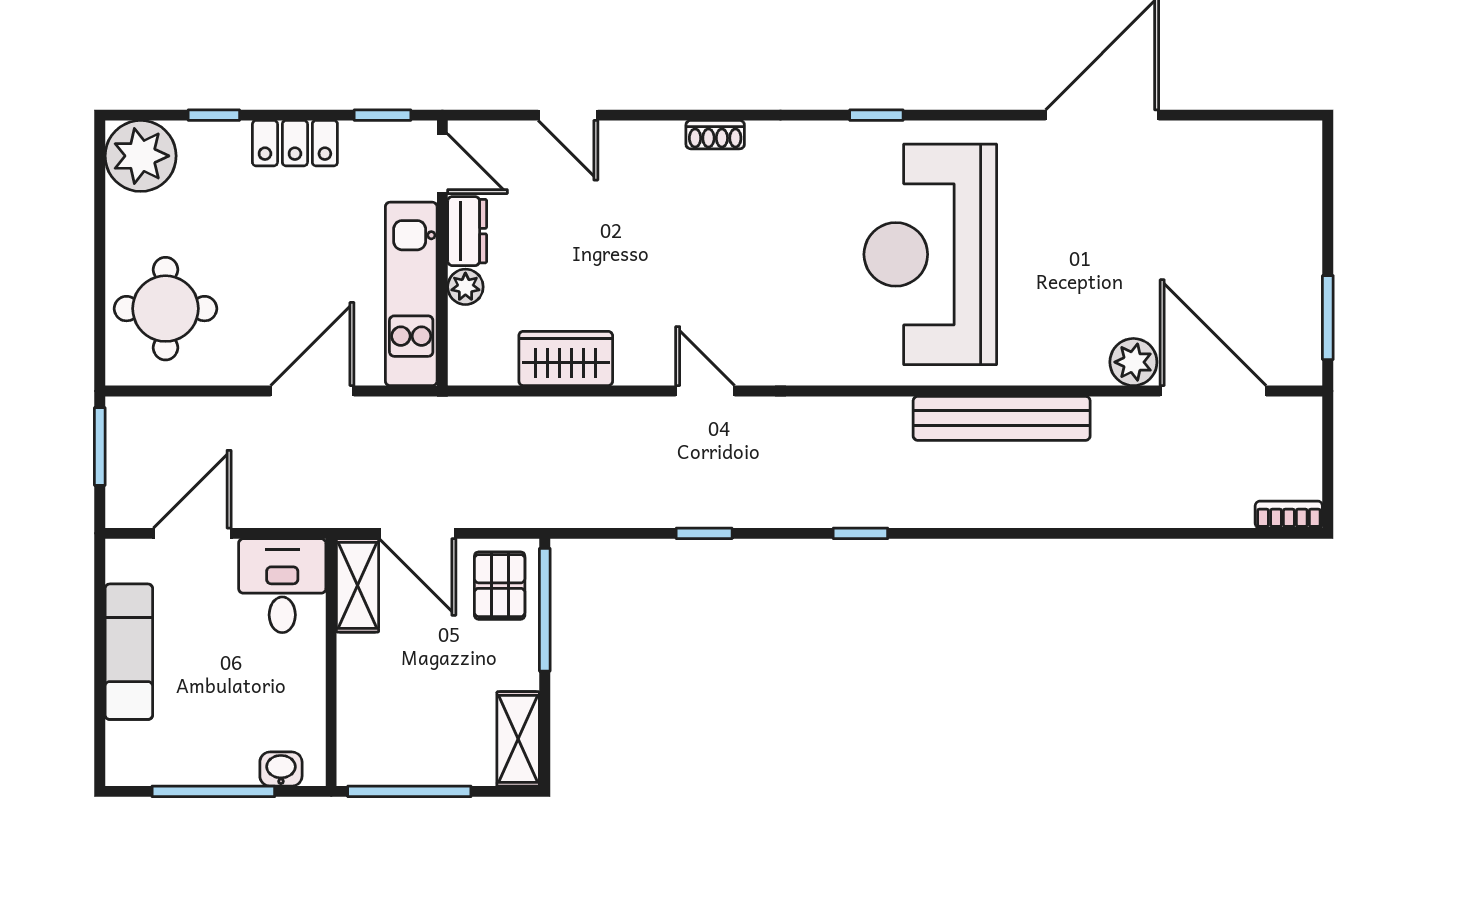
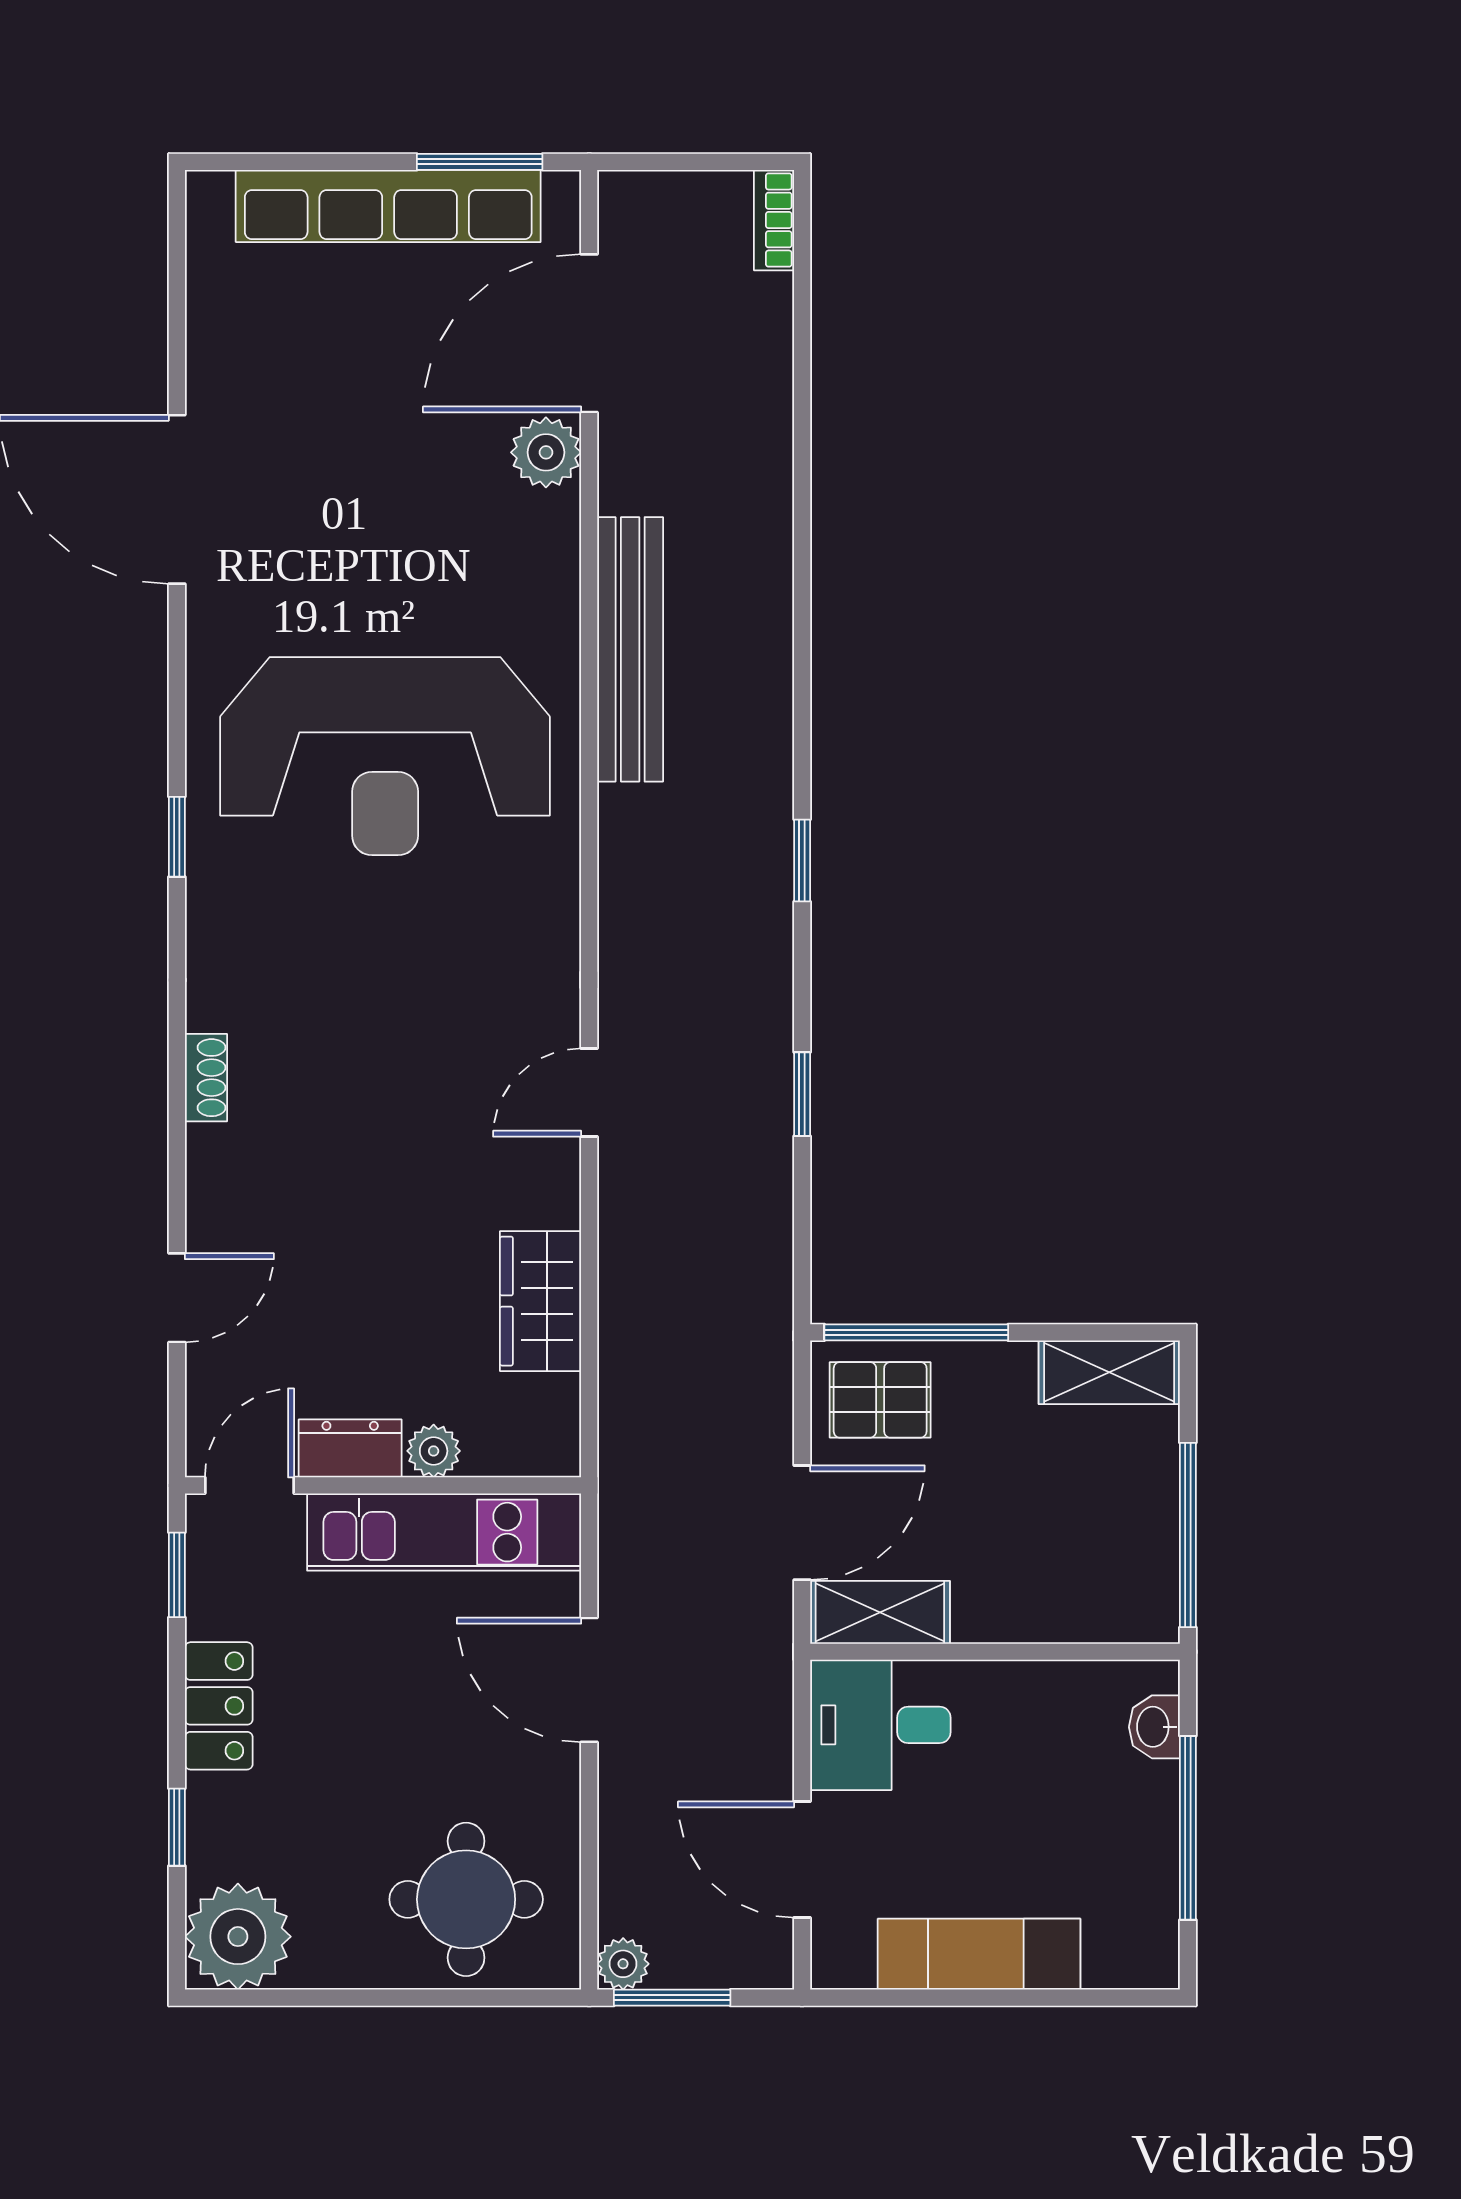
row of seats: (1298, 257) -> (388, 206), added
plant: (122, 414) -> (623, 1964), added

